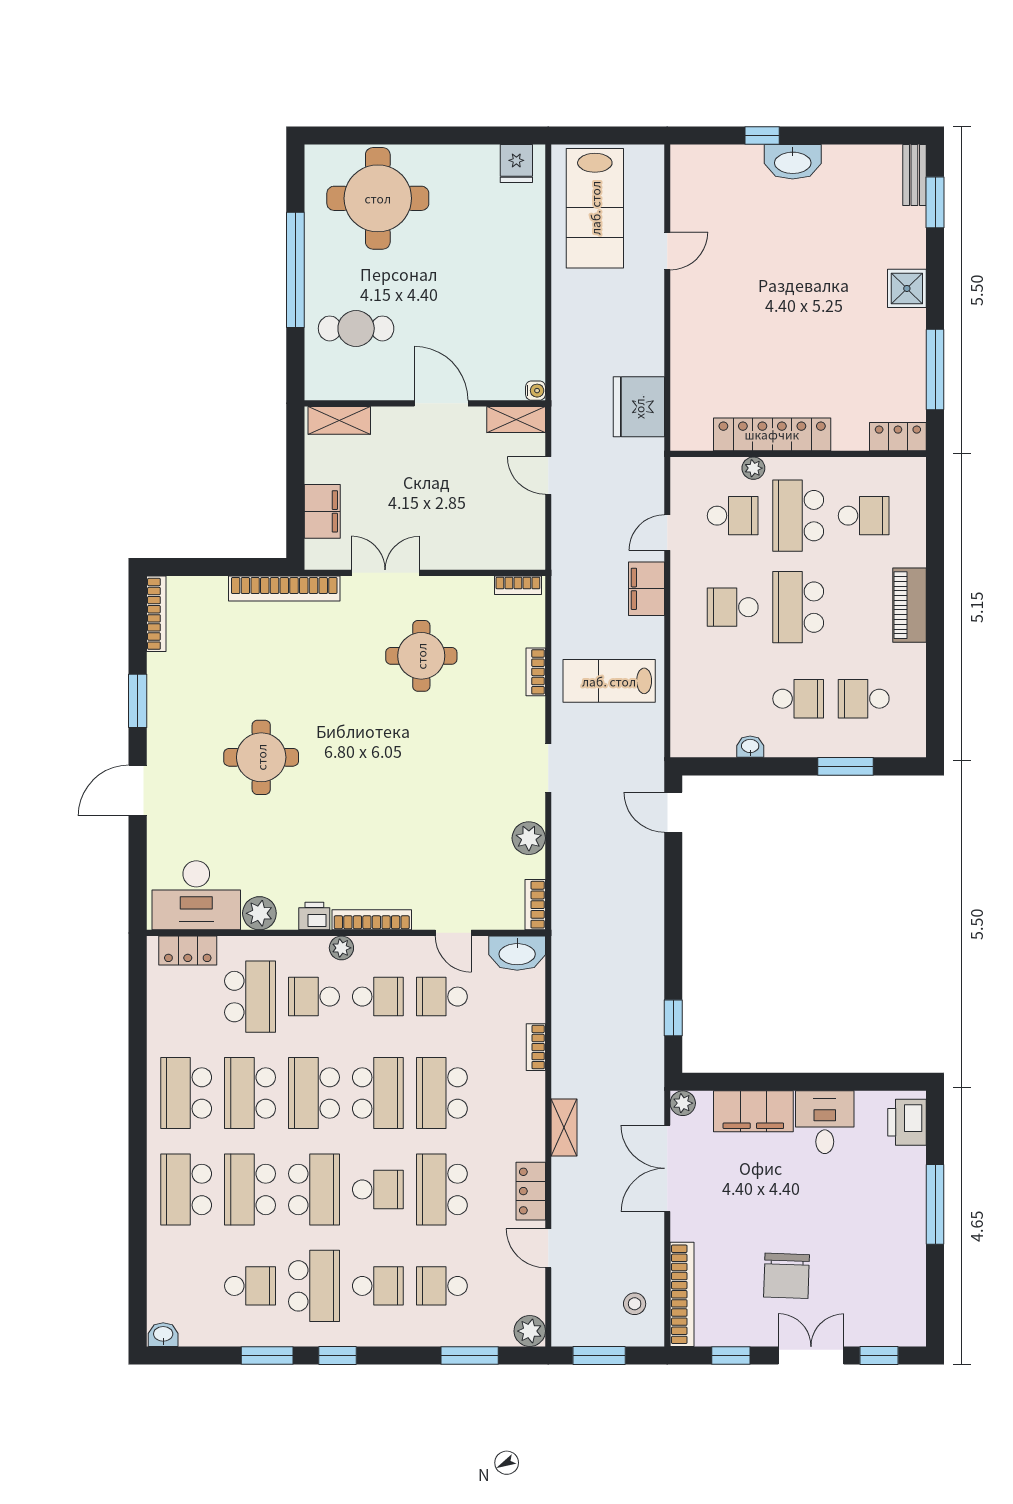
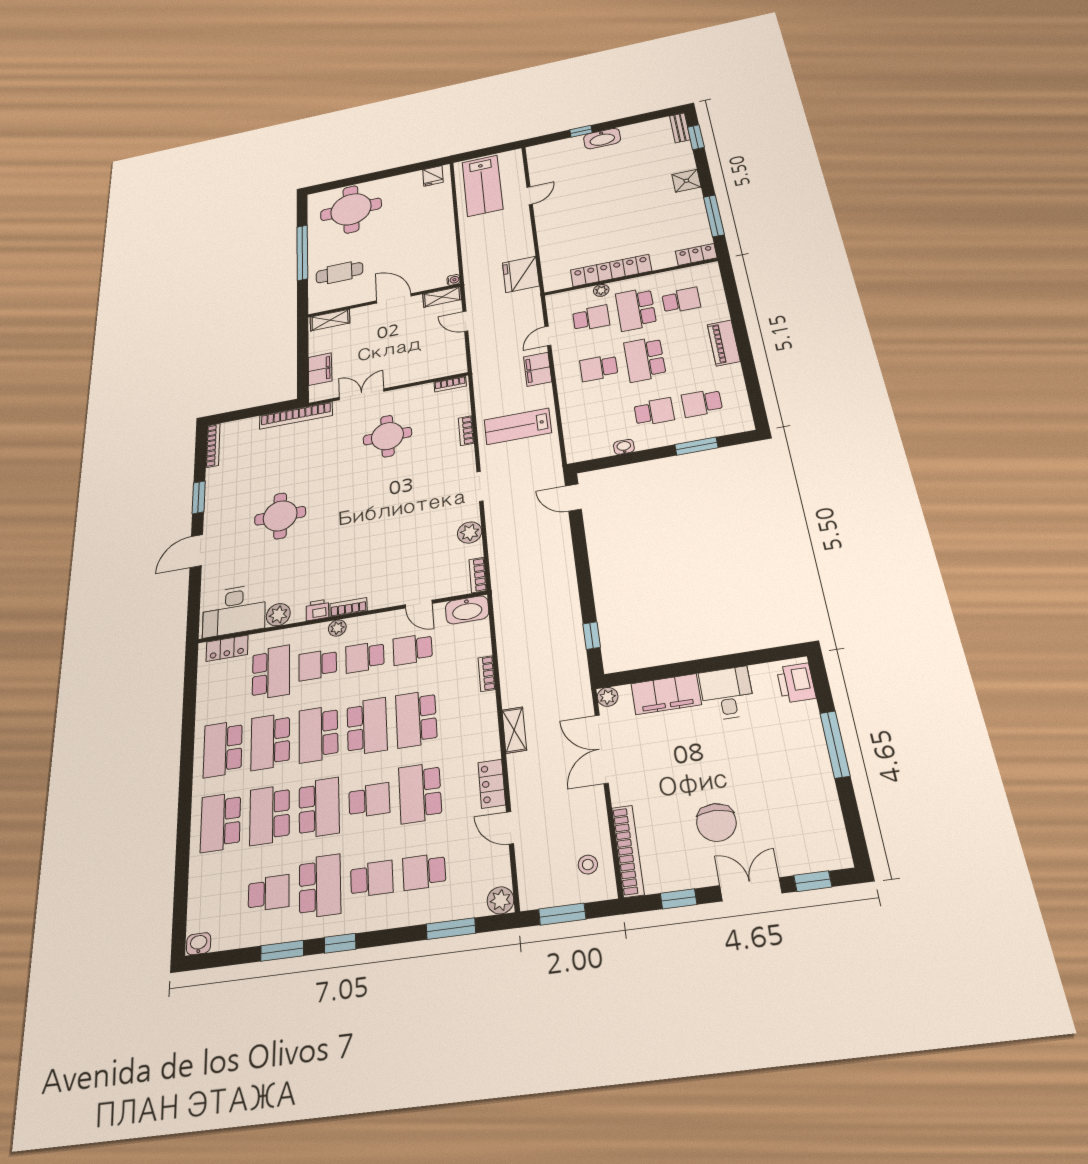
bookcase: (372, 920) -> (348, 607), width x0.64
school desk: (378, 997) -> (365, 657), turned 180

